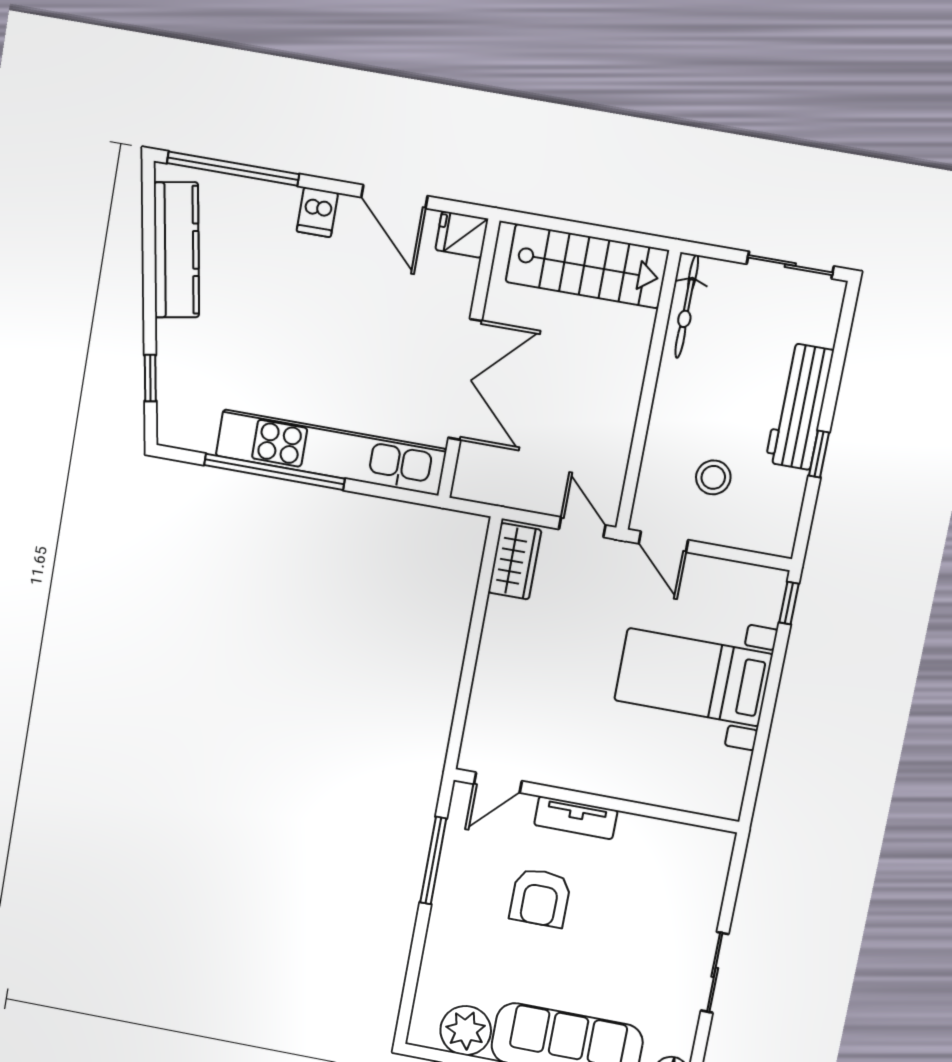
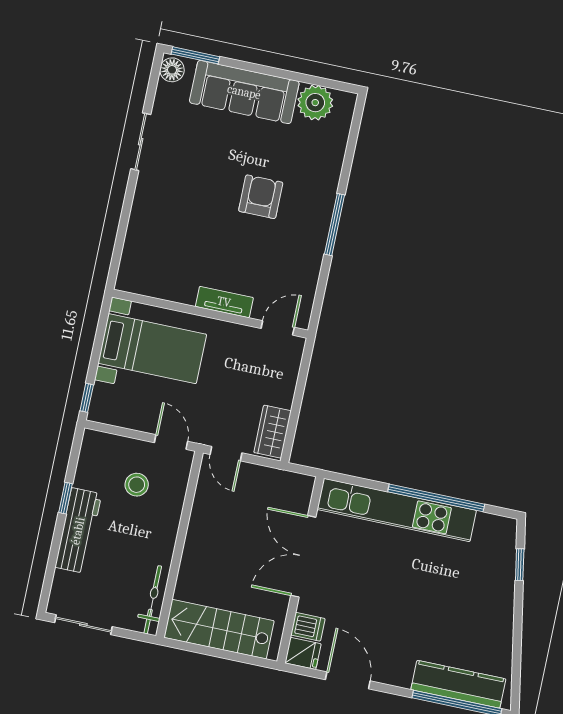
dishwasher: (317, 212) -> (308, 627), moved, turned 90
kitchen counter: (176, 250) -> (458, 684), moved, turned 100
door: (498, 783) -> (278, 328), moved
wall: (596, 801) -> (210, 314), moved
tv unit: (576, 818) -> (224, 302), moved

